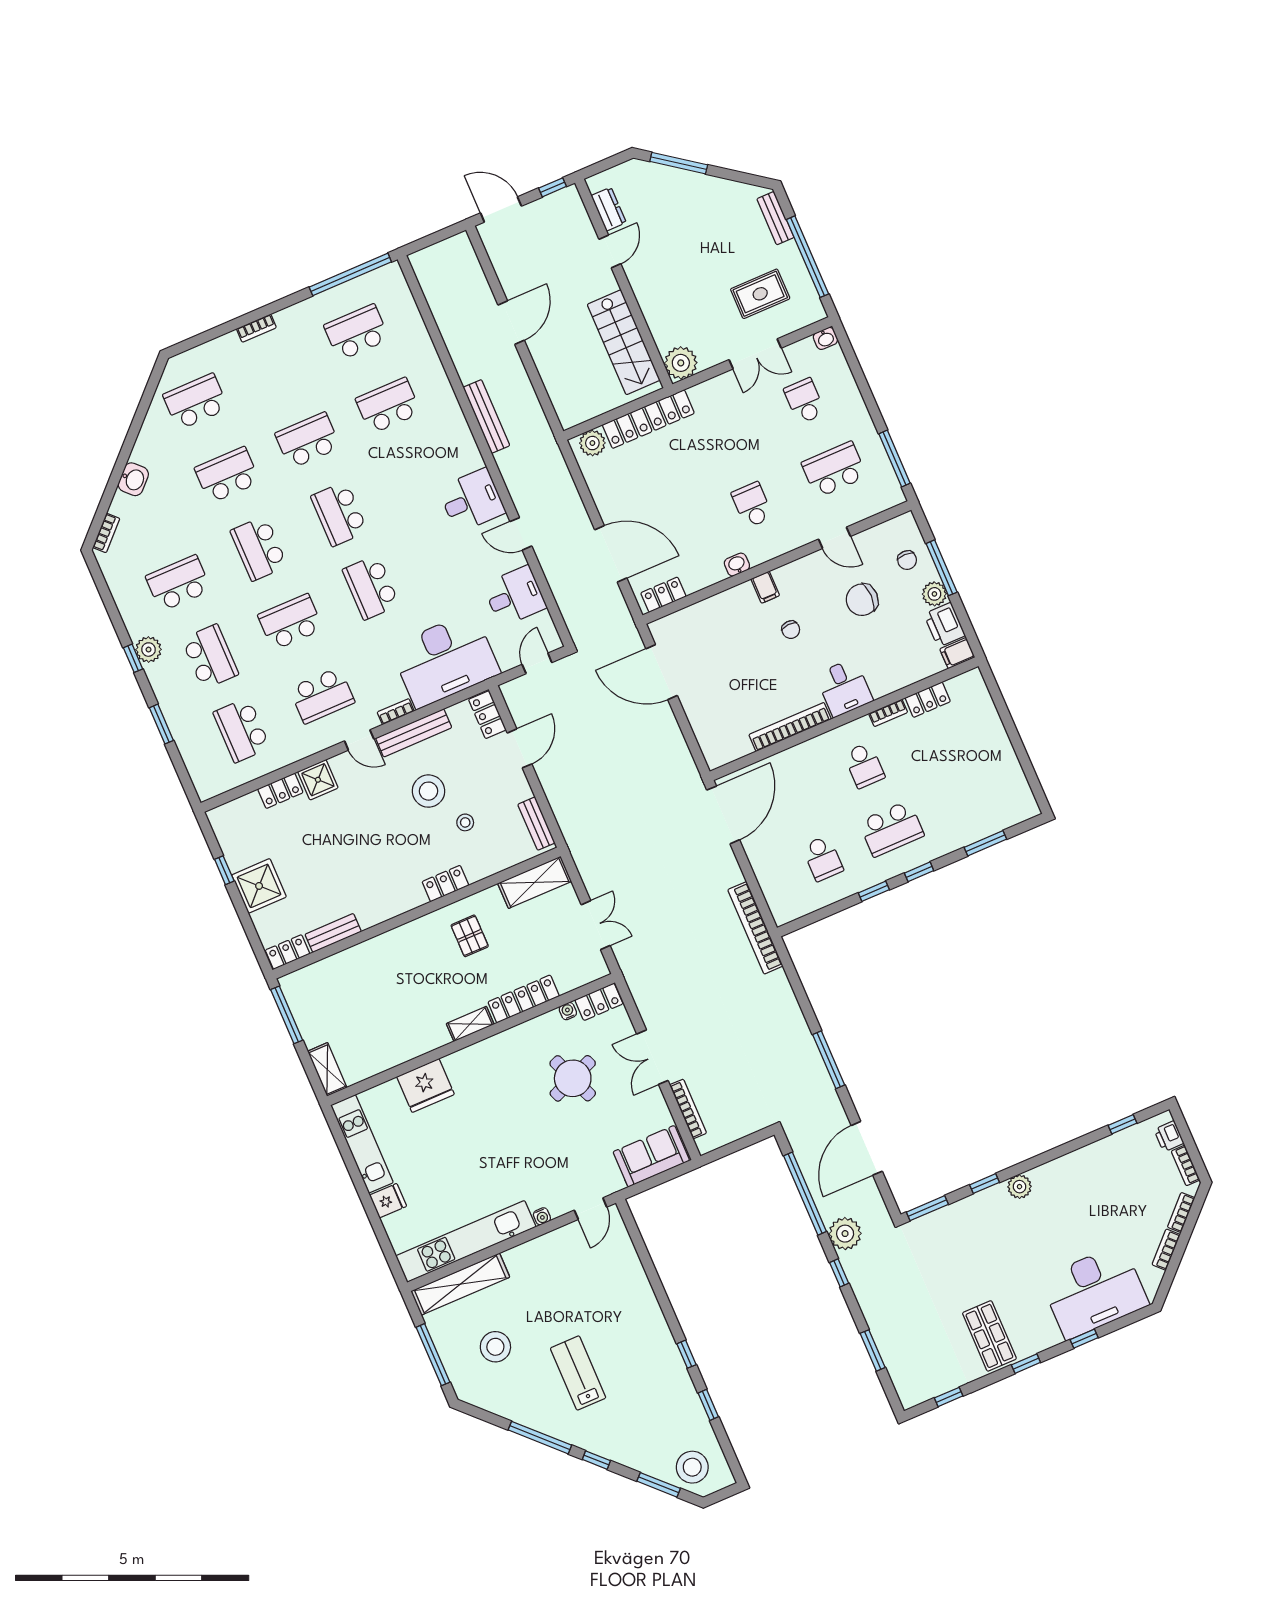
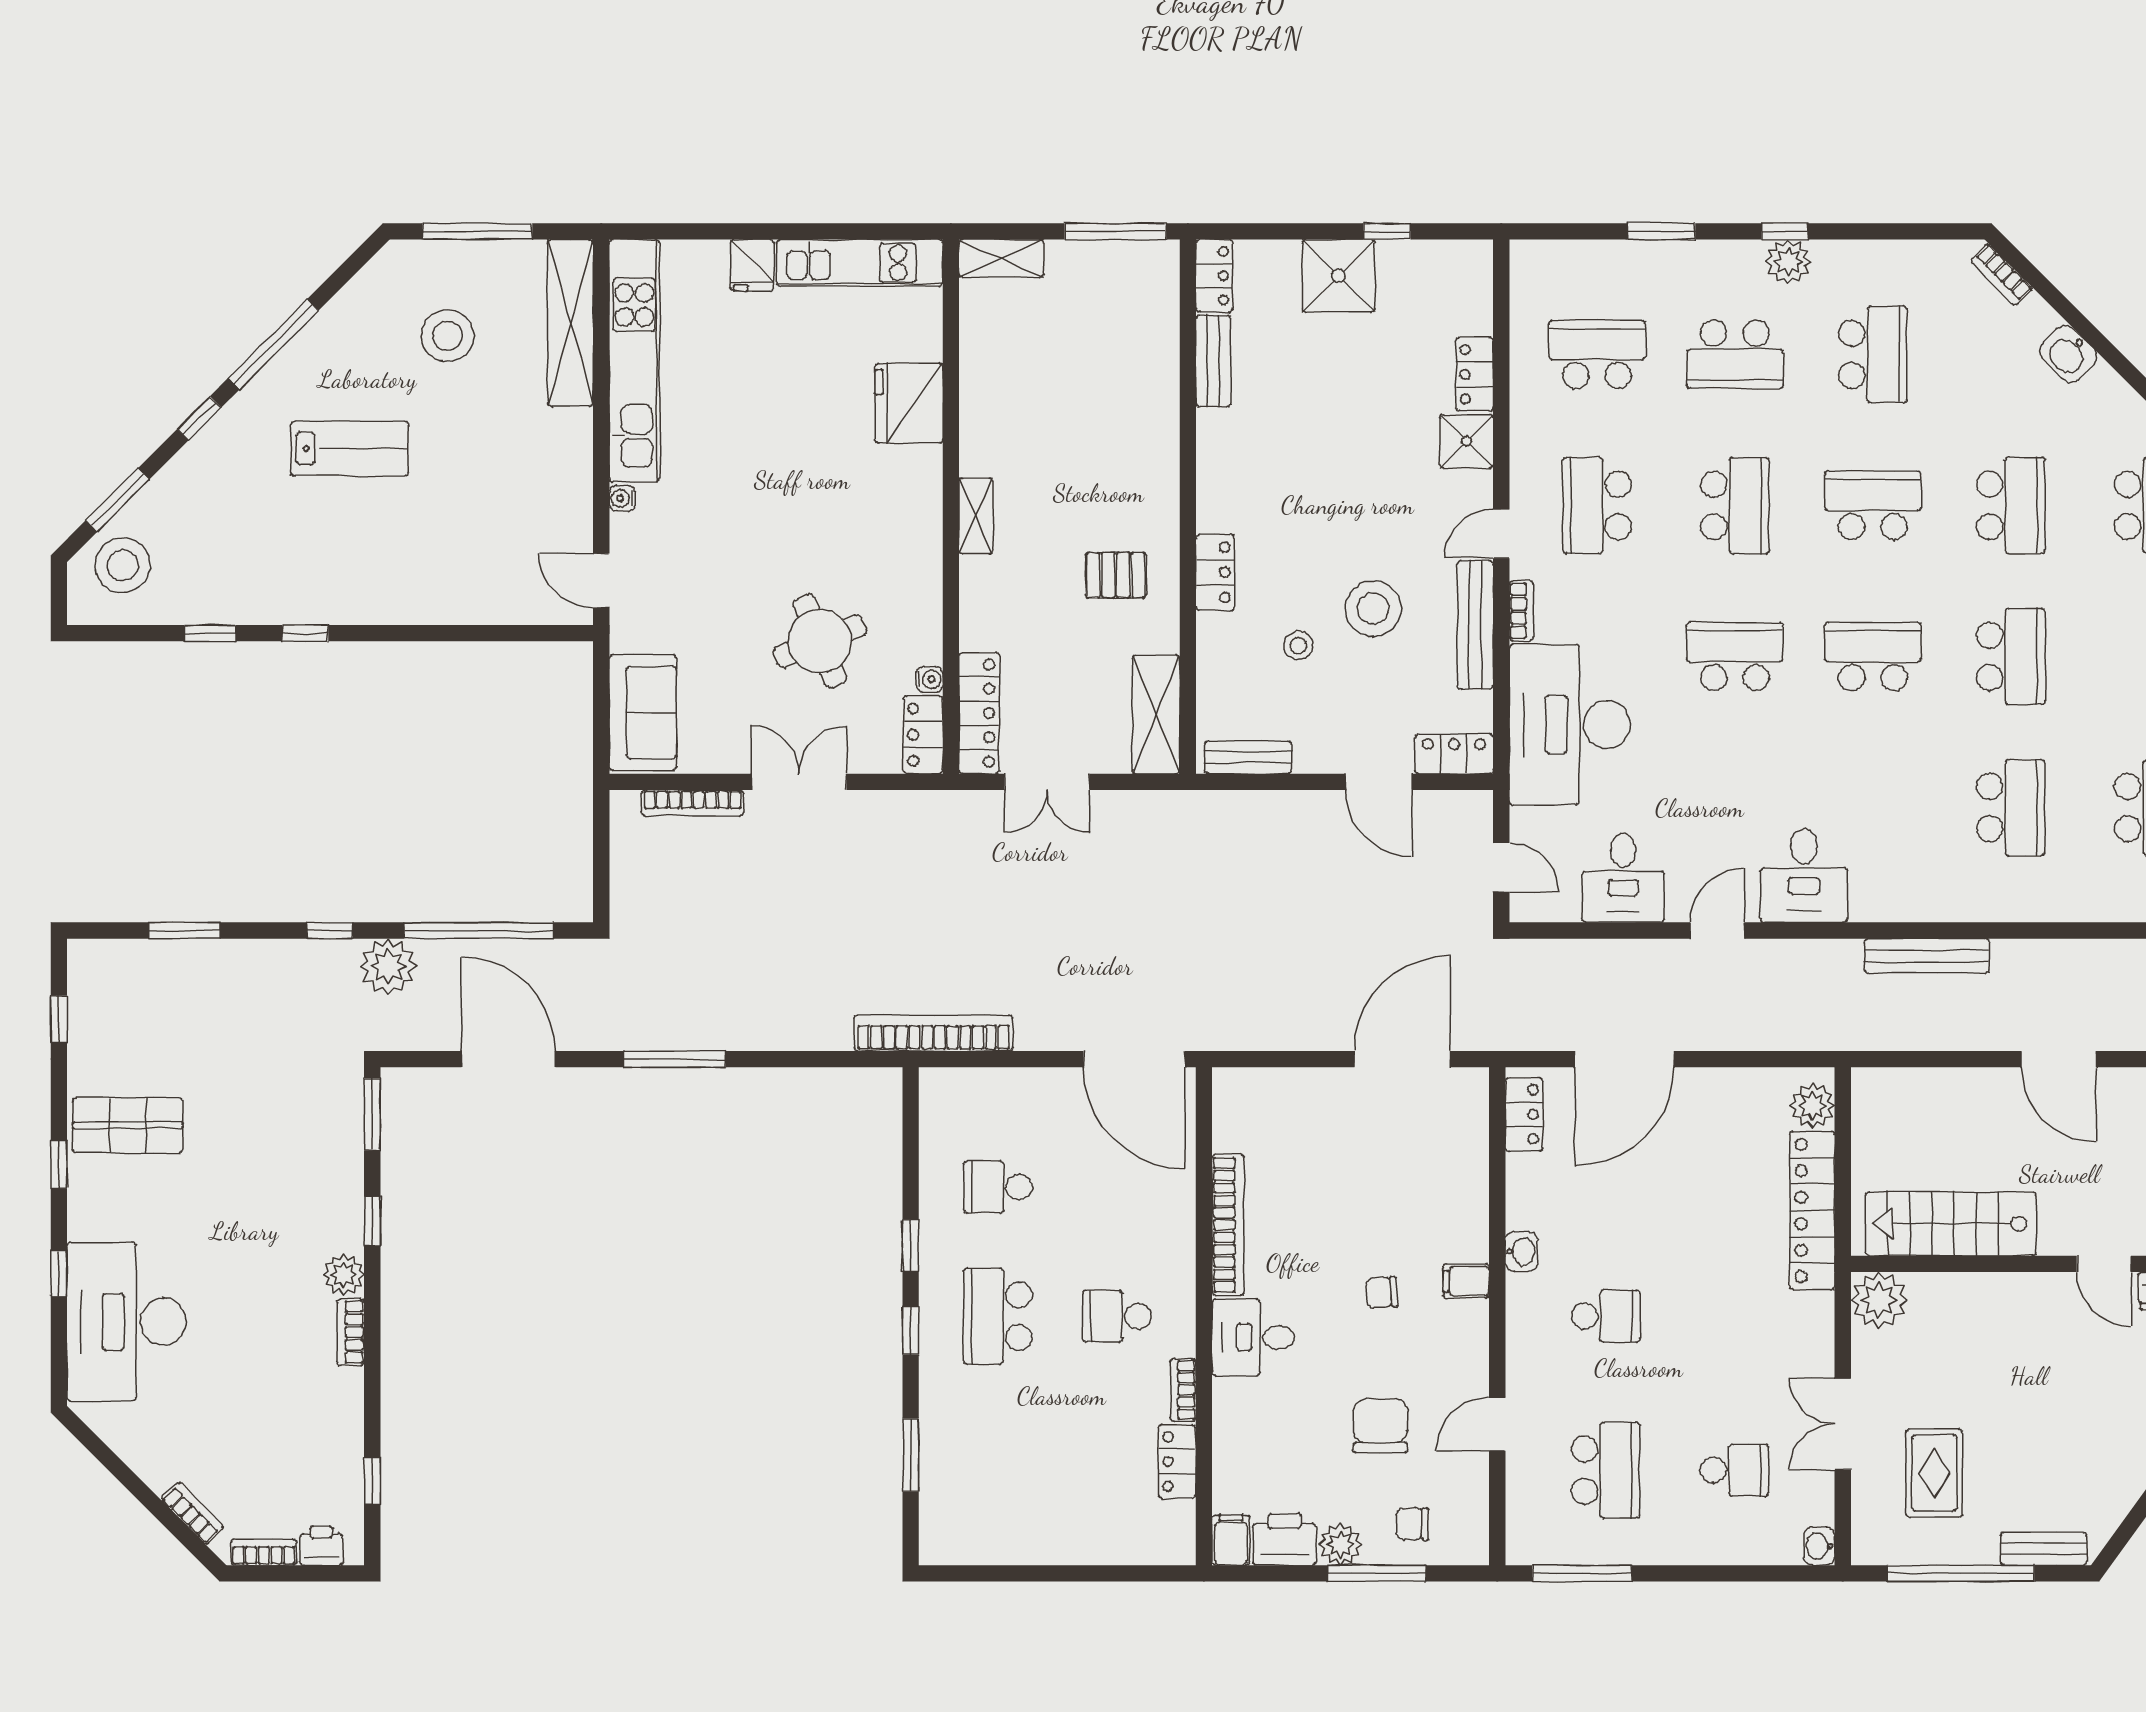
locker: (524, 999) -> (979, 713), moved
bookcase: (1166, 1250) -> (351, 1332), moved, turned -135

